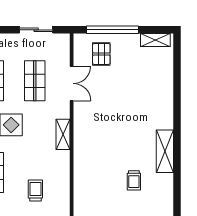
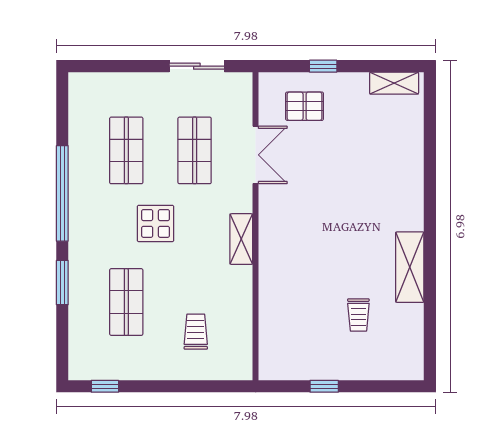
window: (112, 30) -> (323, 66), width x0.32
pallet: (101, 54) -> (305, 106), turned 90

